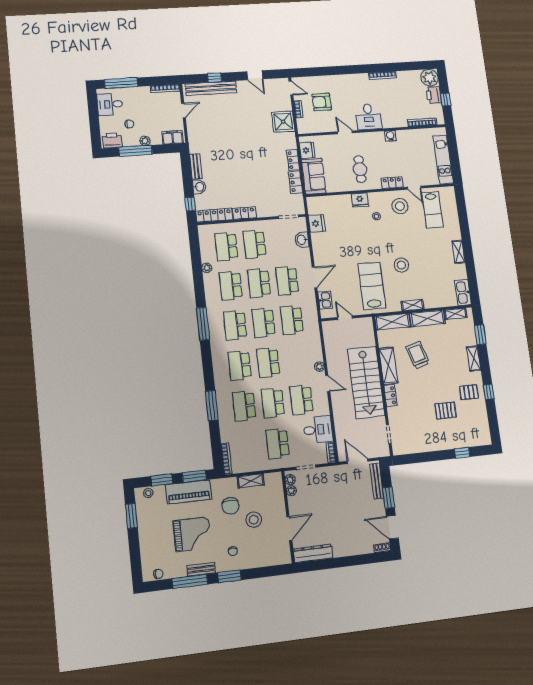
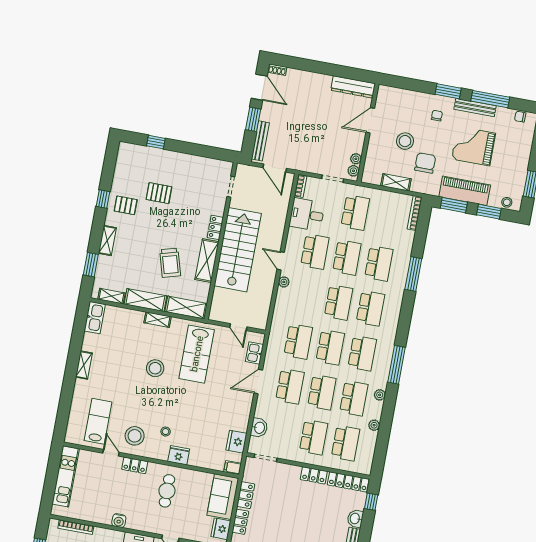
filing cabinet: (313, 202) -> (233, 468), added
plant: (210, 295) -> (380, 395), added
bench: (201, 569) -> (475, 108), width x1.36

